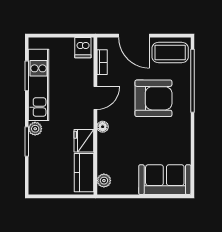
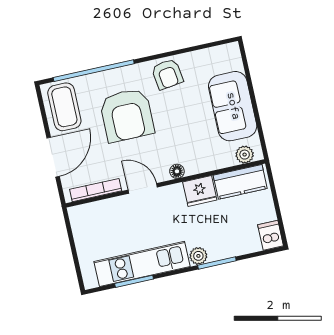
dishwasher: (83, 48) -> (271, 235), moved, turned -90
bookcase: (102, 62) -> (96, 190), width x1.56
armchair: (153, 98) -> (127, 115), turned 180
armchair: (178, 136) -> (167, 74), added
sofa: (165, 180) -> (233, 106), moved

